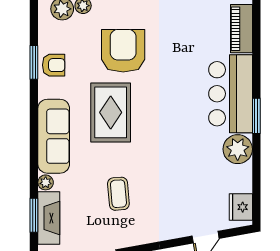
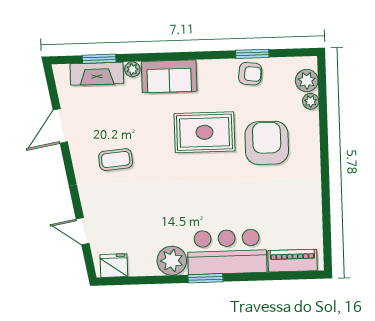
armchair: (123, 51) -> (267, 143), turned -90
armchair: (54, 65) -> (250, 74), turned -83
sofa: (54, 136) -> (169, 76), width x0.73
coffee table: (118, 194) -> (116, 160), moved

